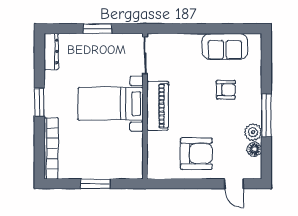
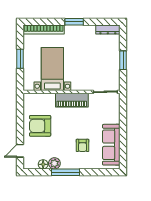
sofa: (225, 46) -> (111, 145), width x1.36
bed with nightstands: (111, 104) -> (52, 69), moved
armchair: (196, 154) -> (40, 126), turned 90

